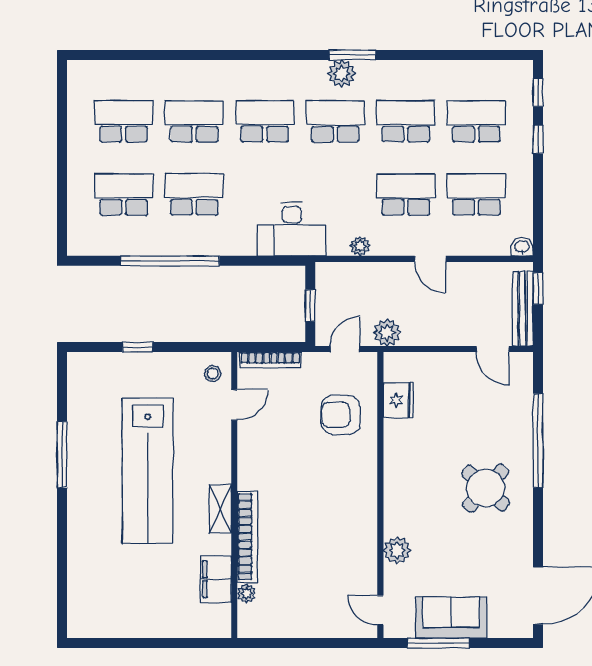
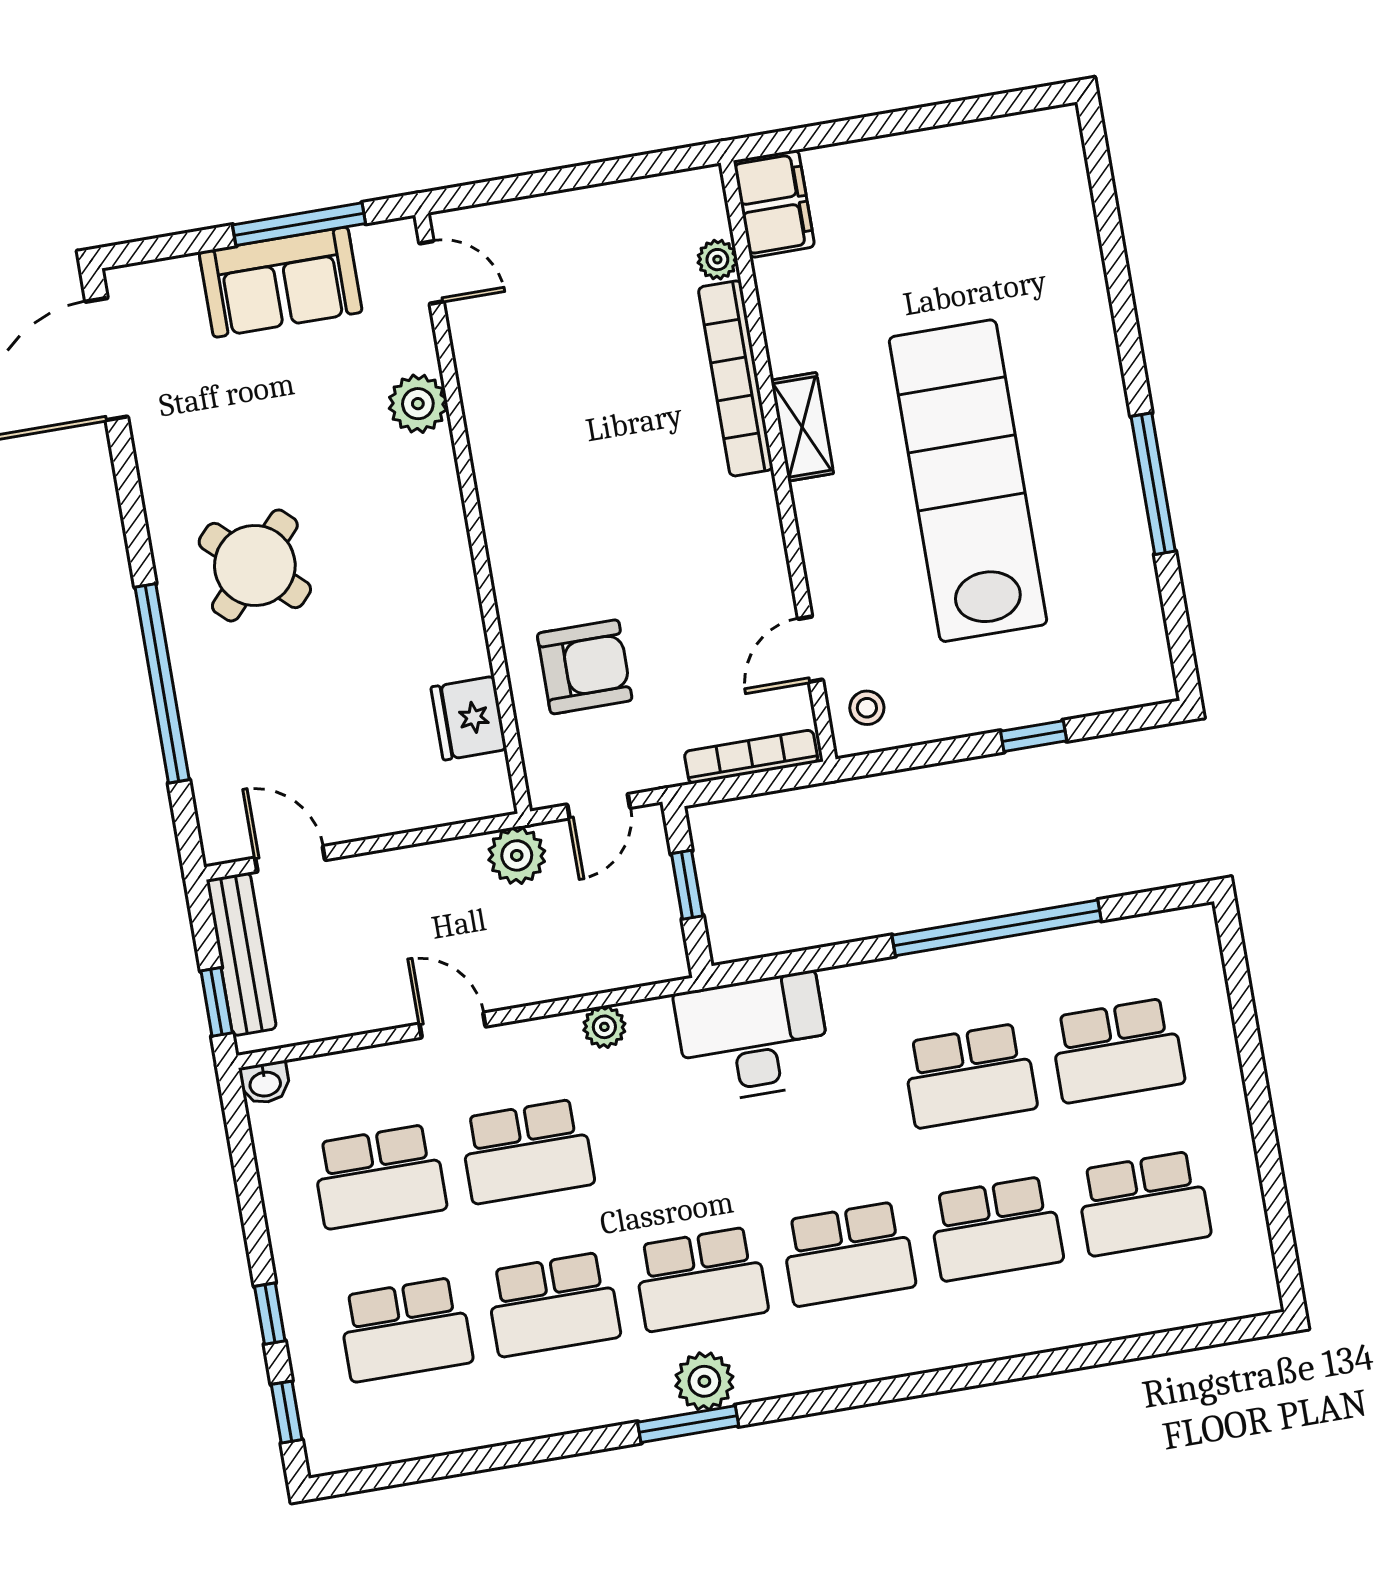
filing cabinet: (216, 579) -> (774, 204), moved

